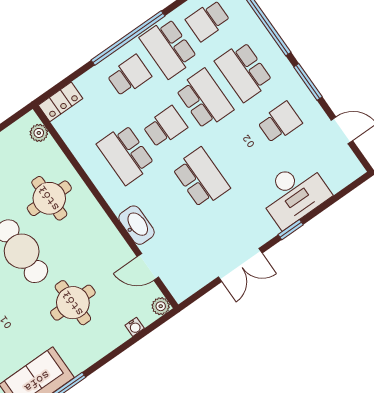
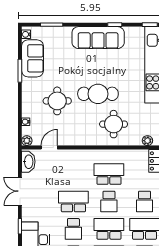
school desk: (204, 99) -> (109, 229), turned 180
school desk: (240, 150) -> (73, 229), added
school desk: (201, 178) -> (73, 201), turned 180
washbasin: (136, 225) -> (28, 162), moved, turned -90

